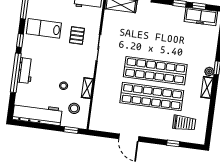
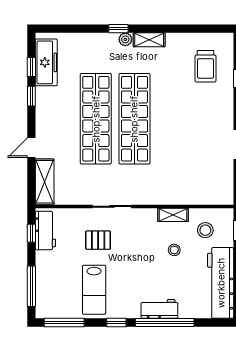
shop shelf: (152, 97) -> (96, 119), moved
trolley: (184, 123) -> (206, 66), turned 180

